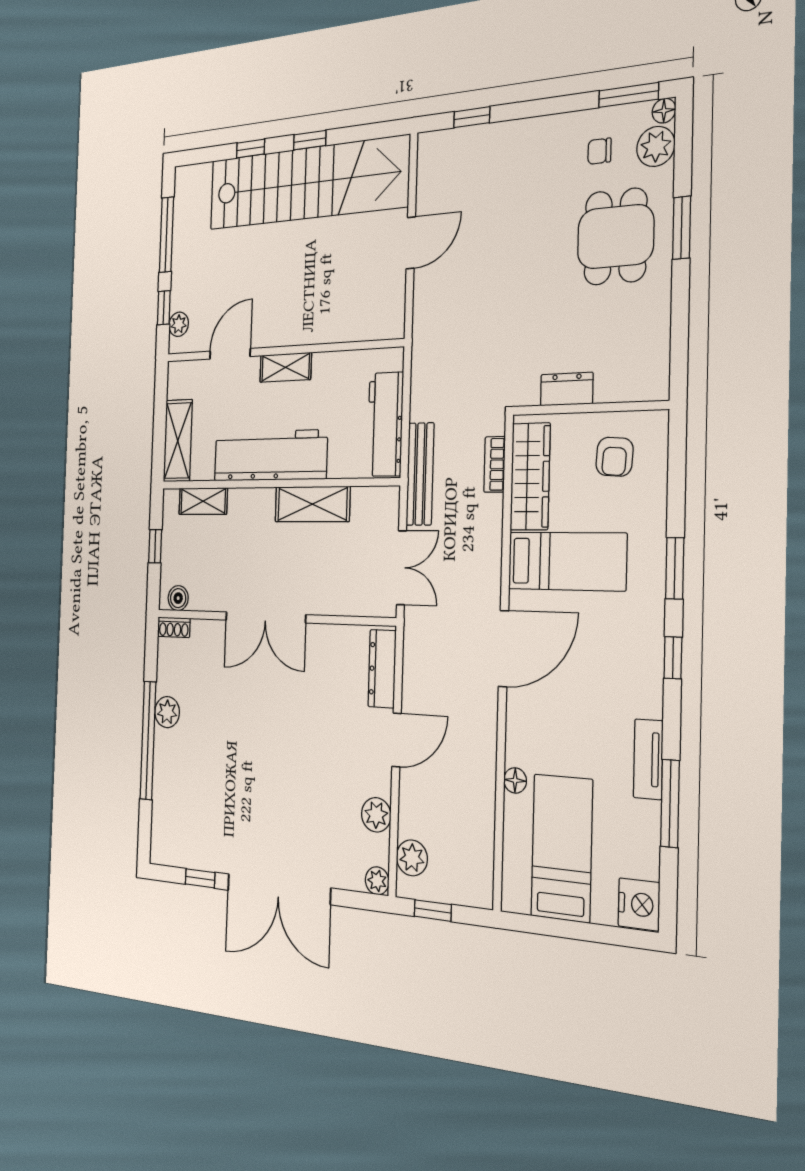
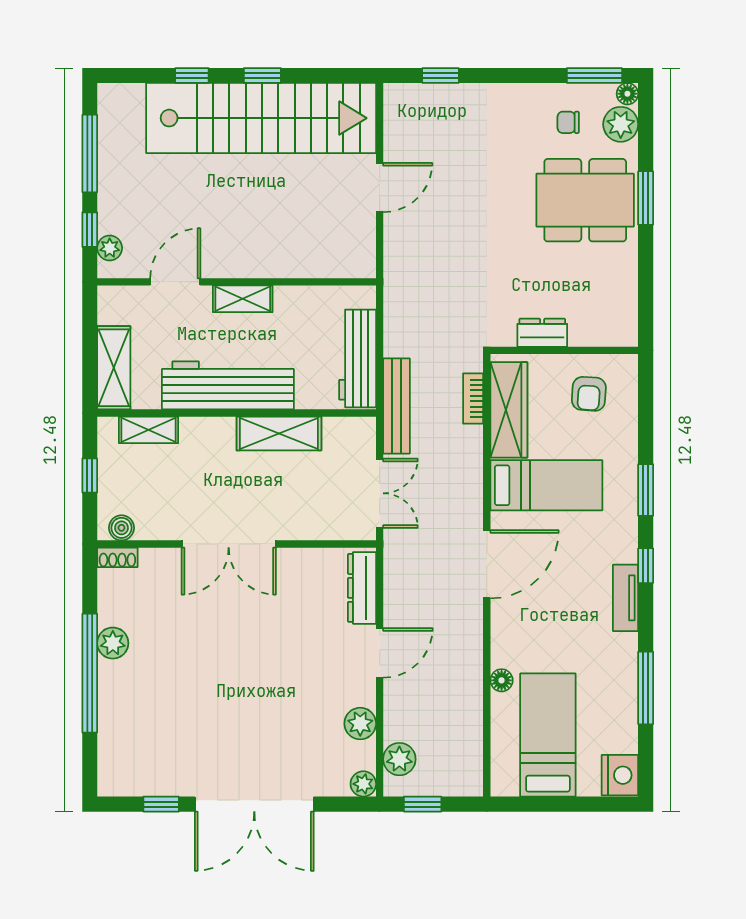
dining table: (615, 237) -> (585, 200), width x1.38
tv unit: (648, 759) -> (625, 598), moved

